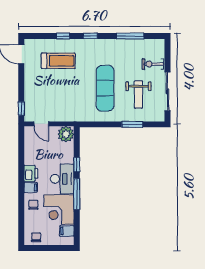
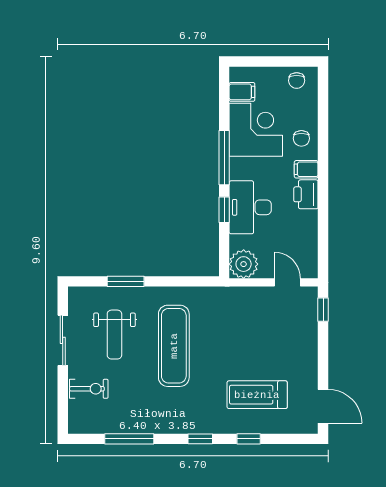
sliding door: (168, 91) -> (63, 340), width x0.73
weight bench: (138, 95) -> (114, 335), turned 180
desk: (62, 179) -> (250, 207), moved

